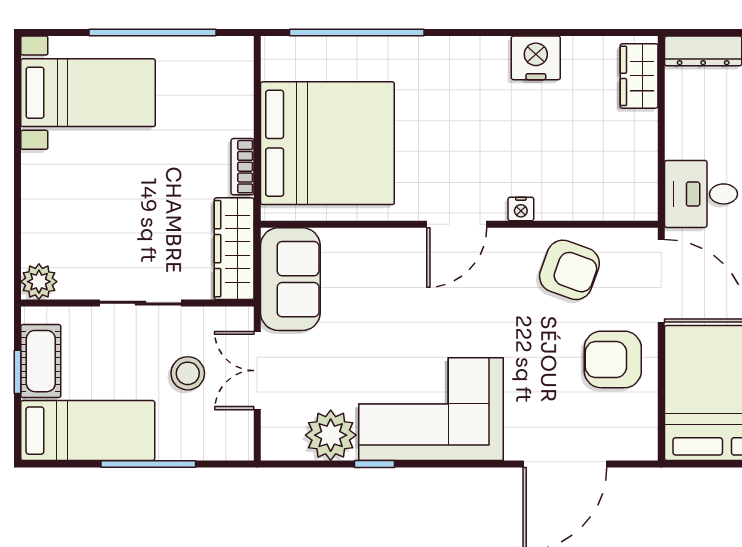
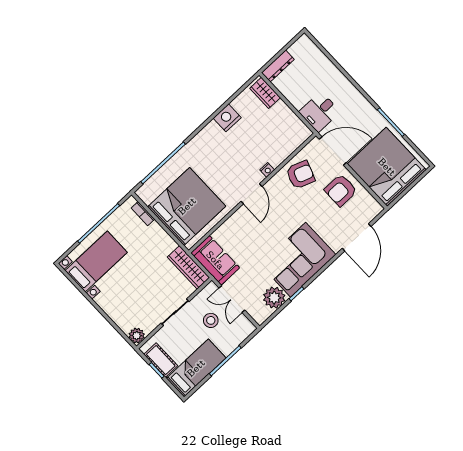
bookcase: (242, 167) -> (143, 214), moved

